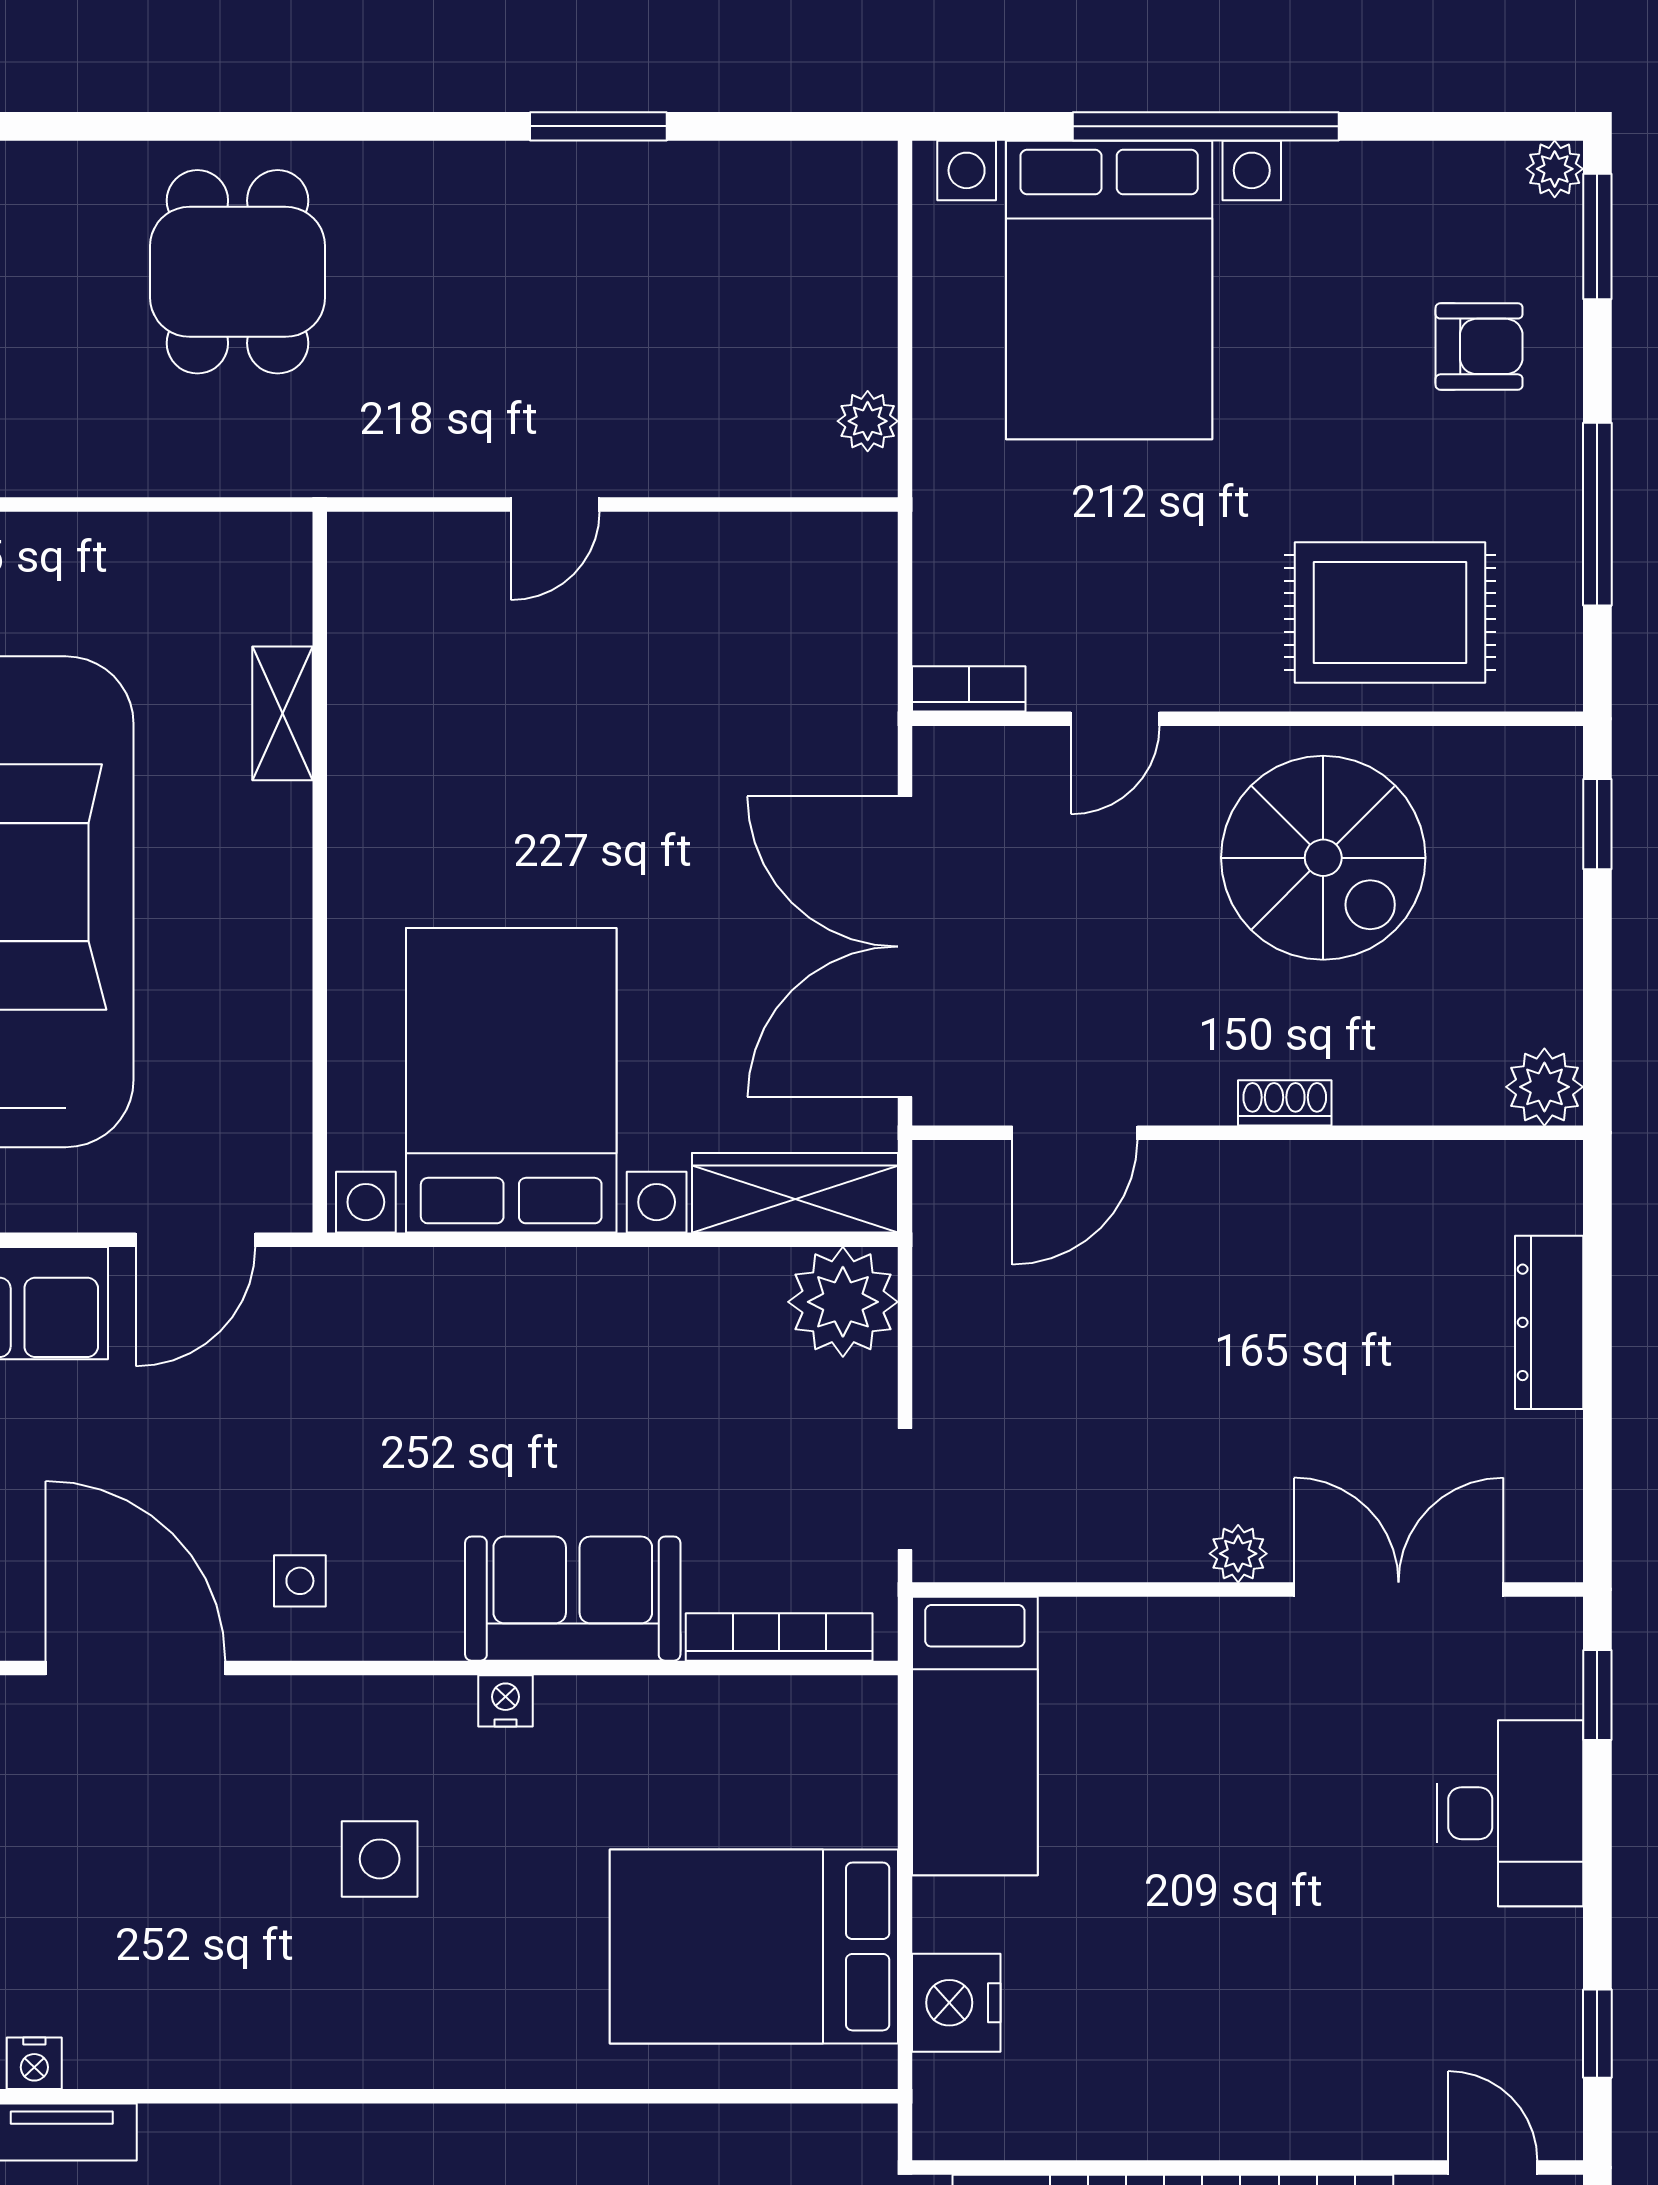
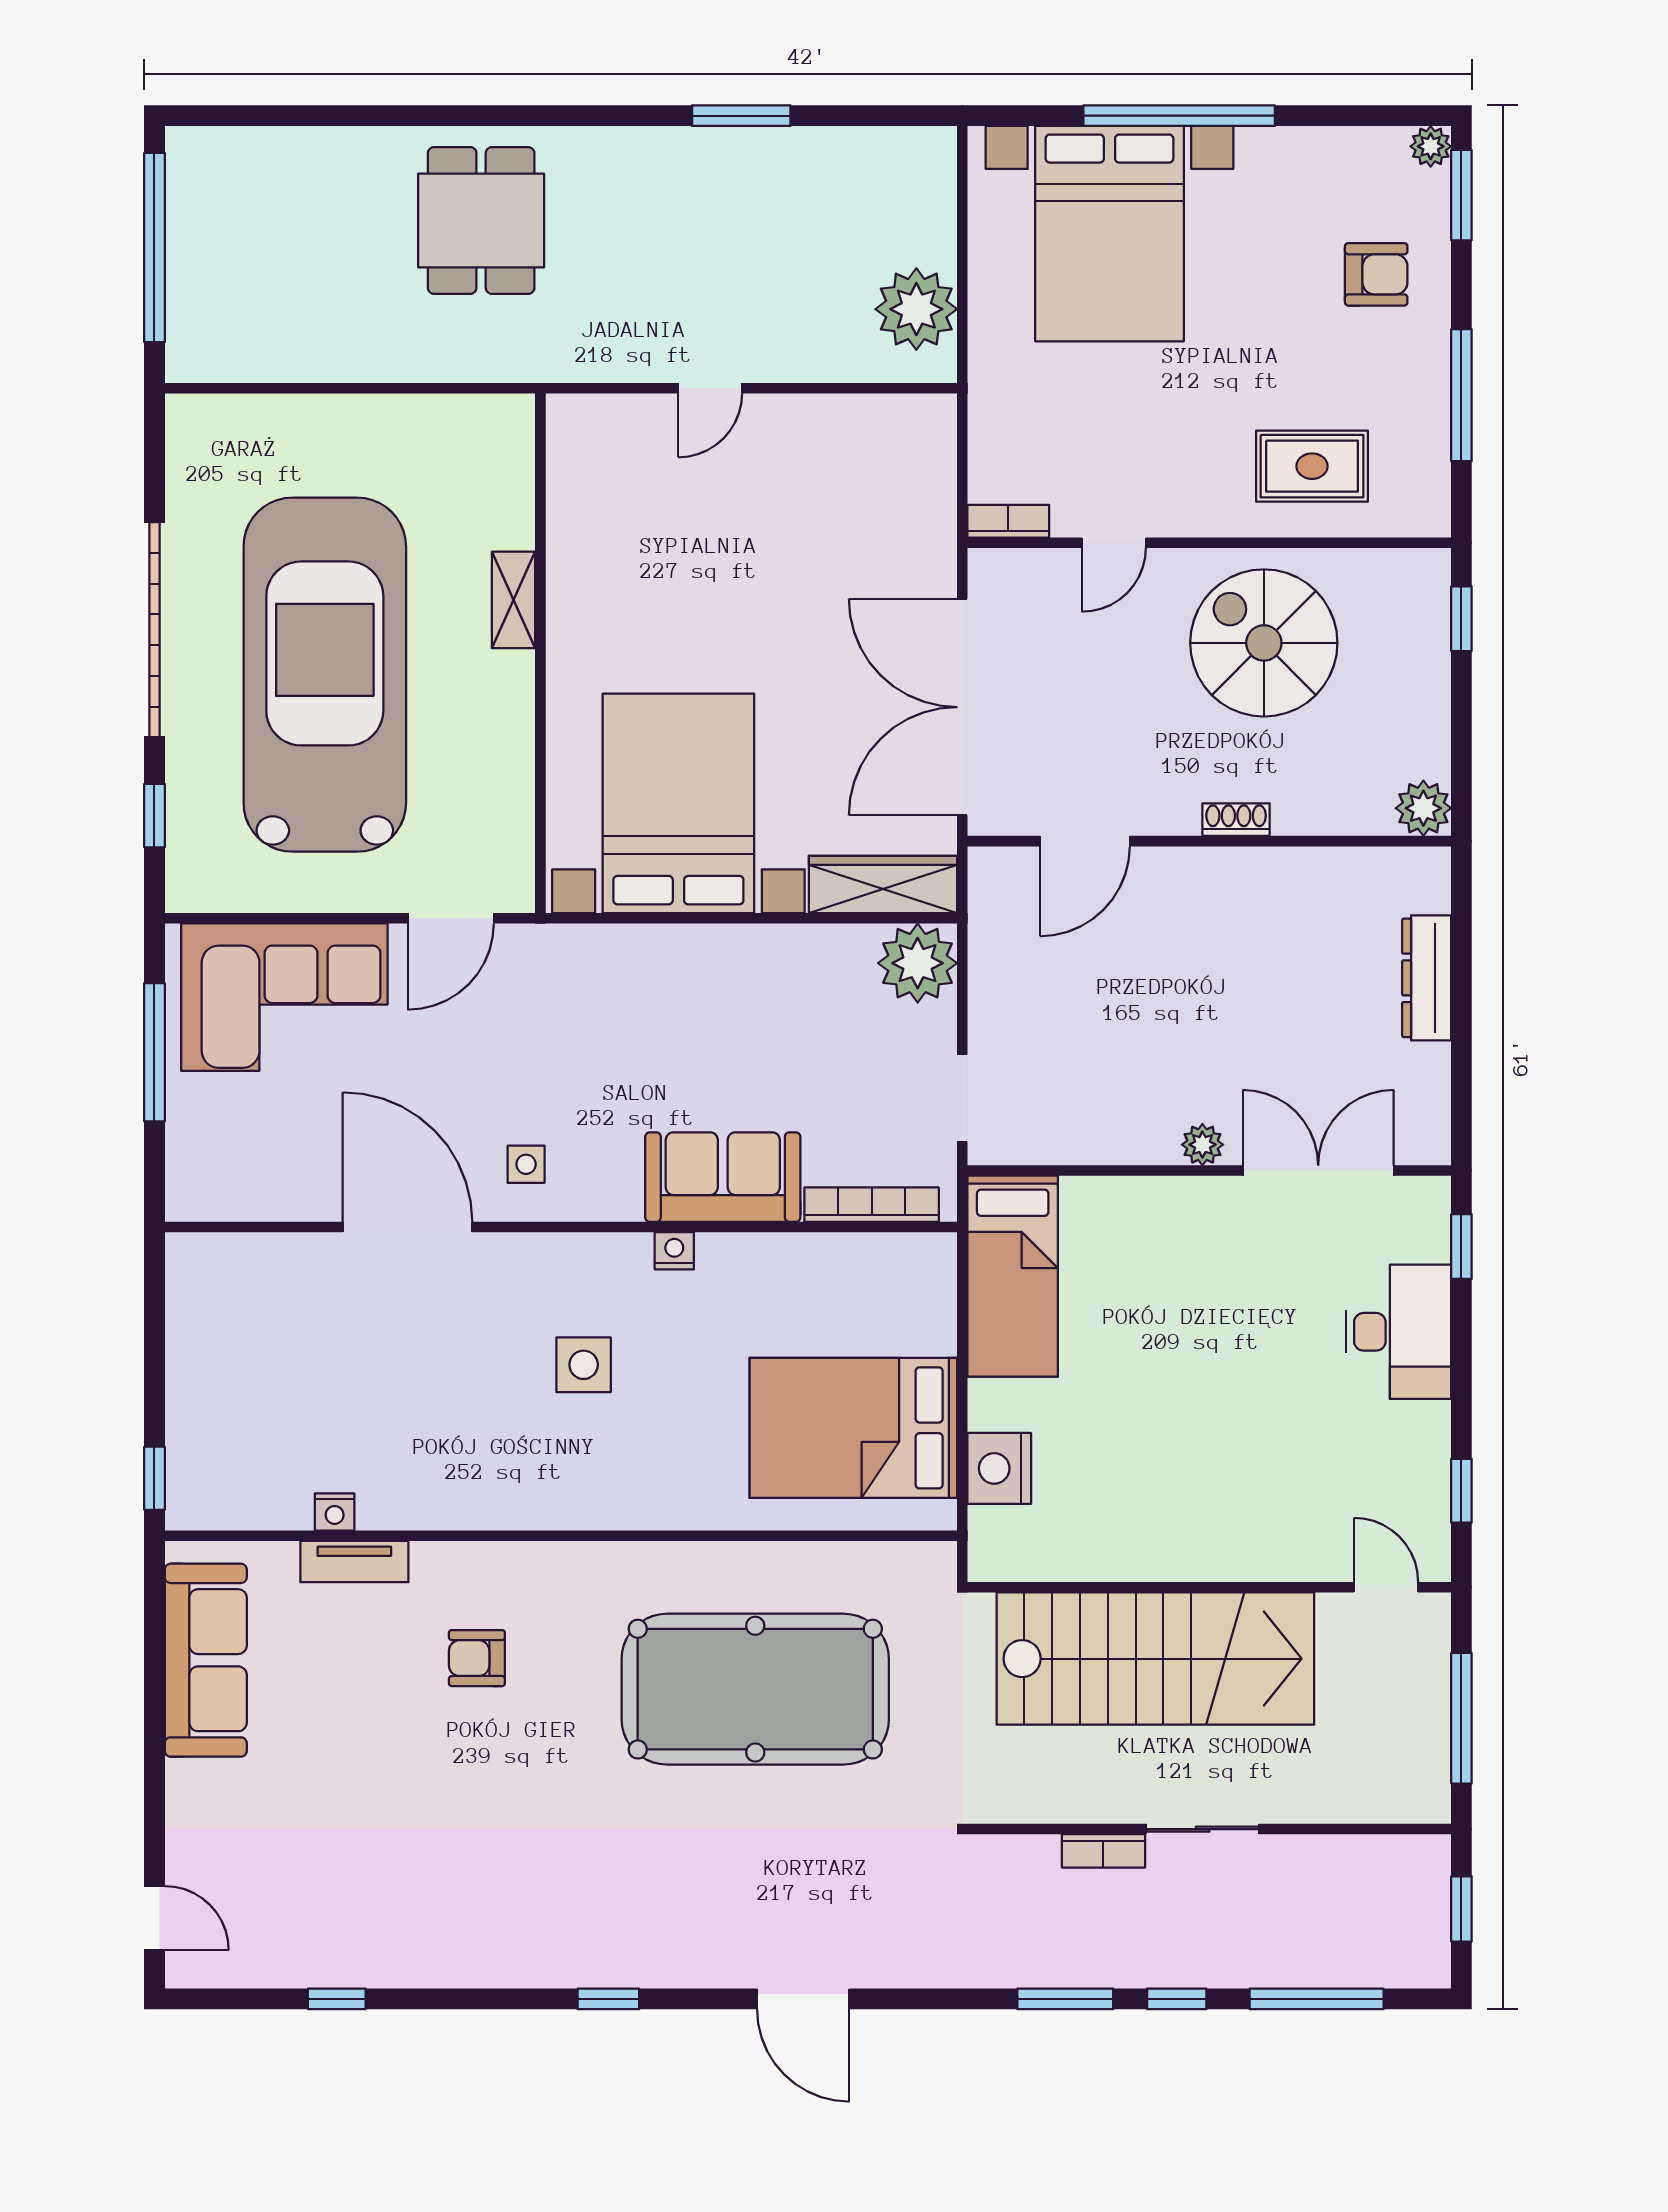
plant: (868, 421) -> (916, 309), width x1.87, depth x1.87
rug: (1390, 613) -> (1312, 466), width x0.73, depth x0.70
shelving: (282, 713) -> (514, 600), moved
spiral stairs: (1323, 858) -> (1264, 643), turned 180

